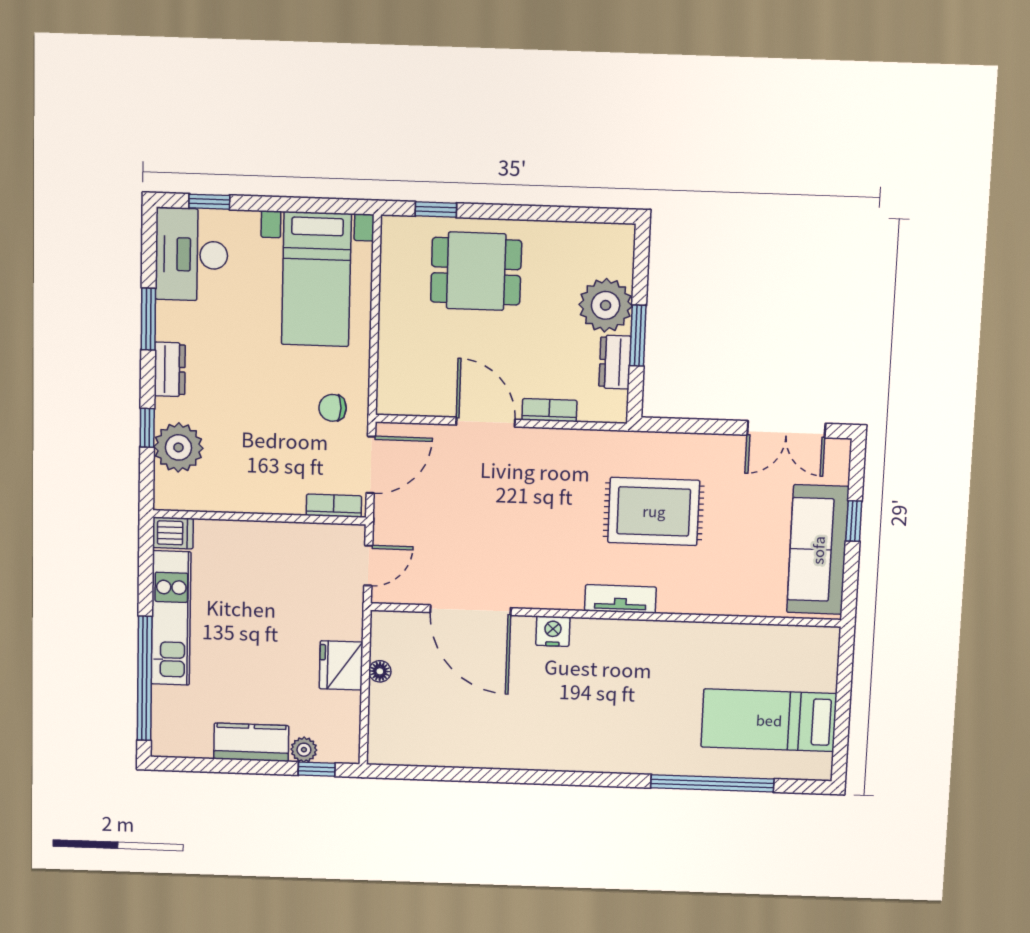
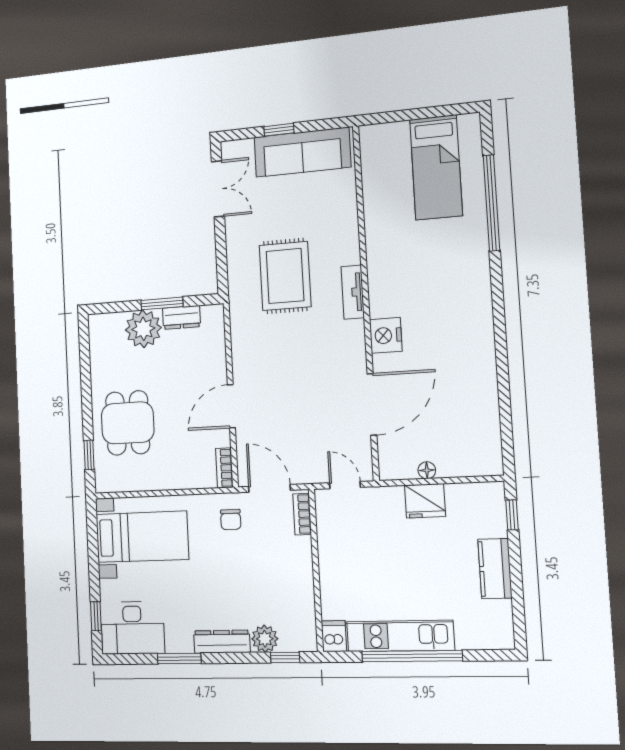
dresser: (170, 369) -> (222, 642), width x1.44
bookcase: (549, 410) -> (224, 468), moved
window: (147, 428) -> (285, 657), moved
plant: (178, 447) -> (265, 639), width x0.73, depth x0.73
nightstand: (553, 631) -> (386, 335), width x1.36, depth x1.33
window: (145, 678) -> (412, 656), moved
plant: (304, 750) -> (497, 526), removed

